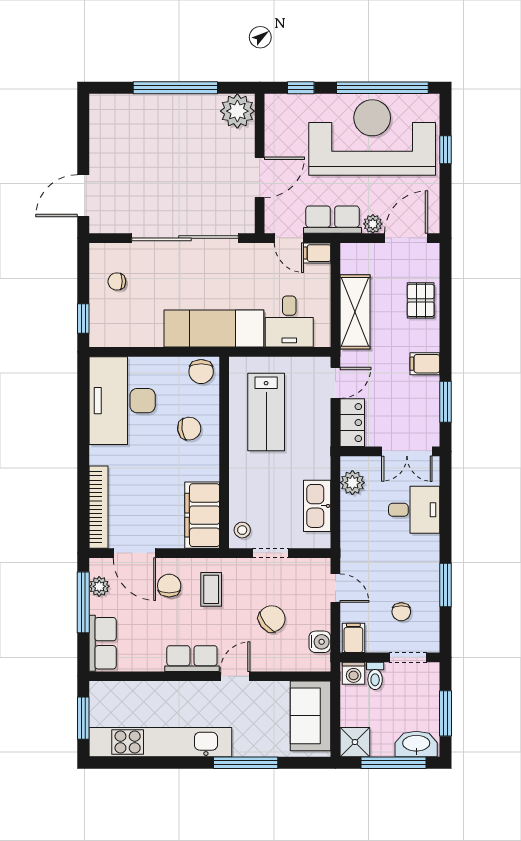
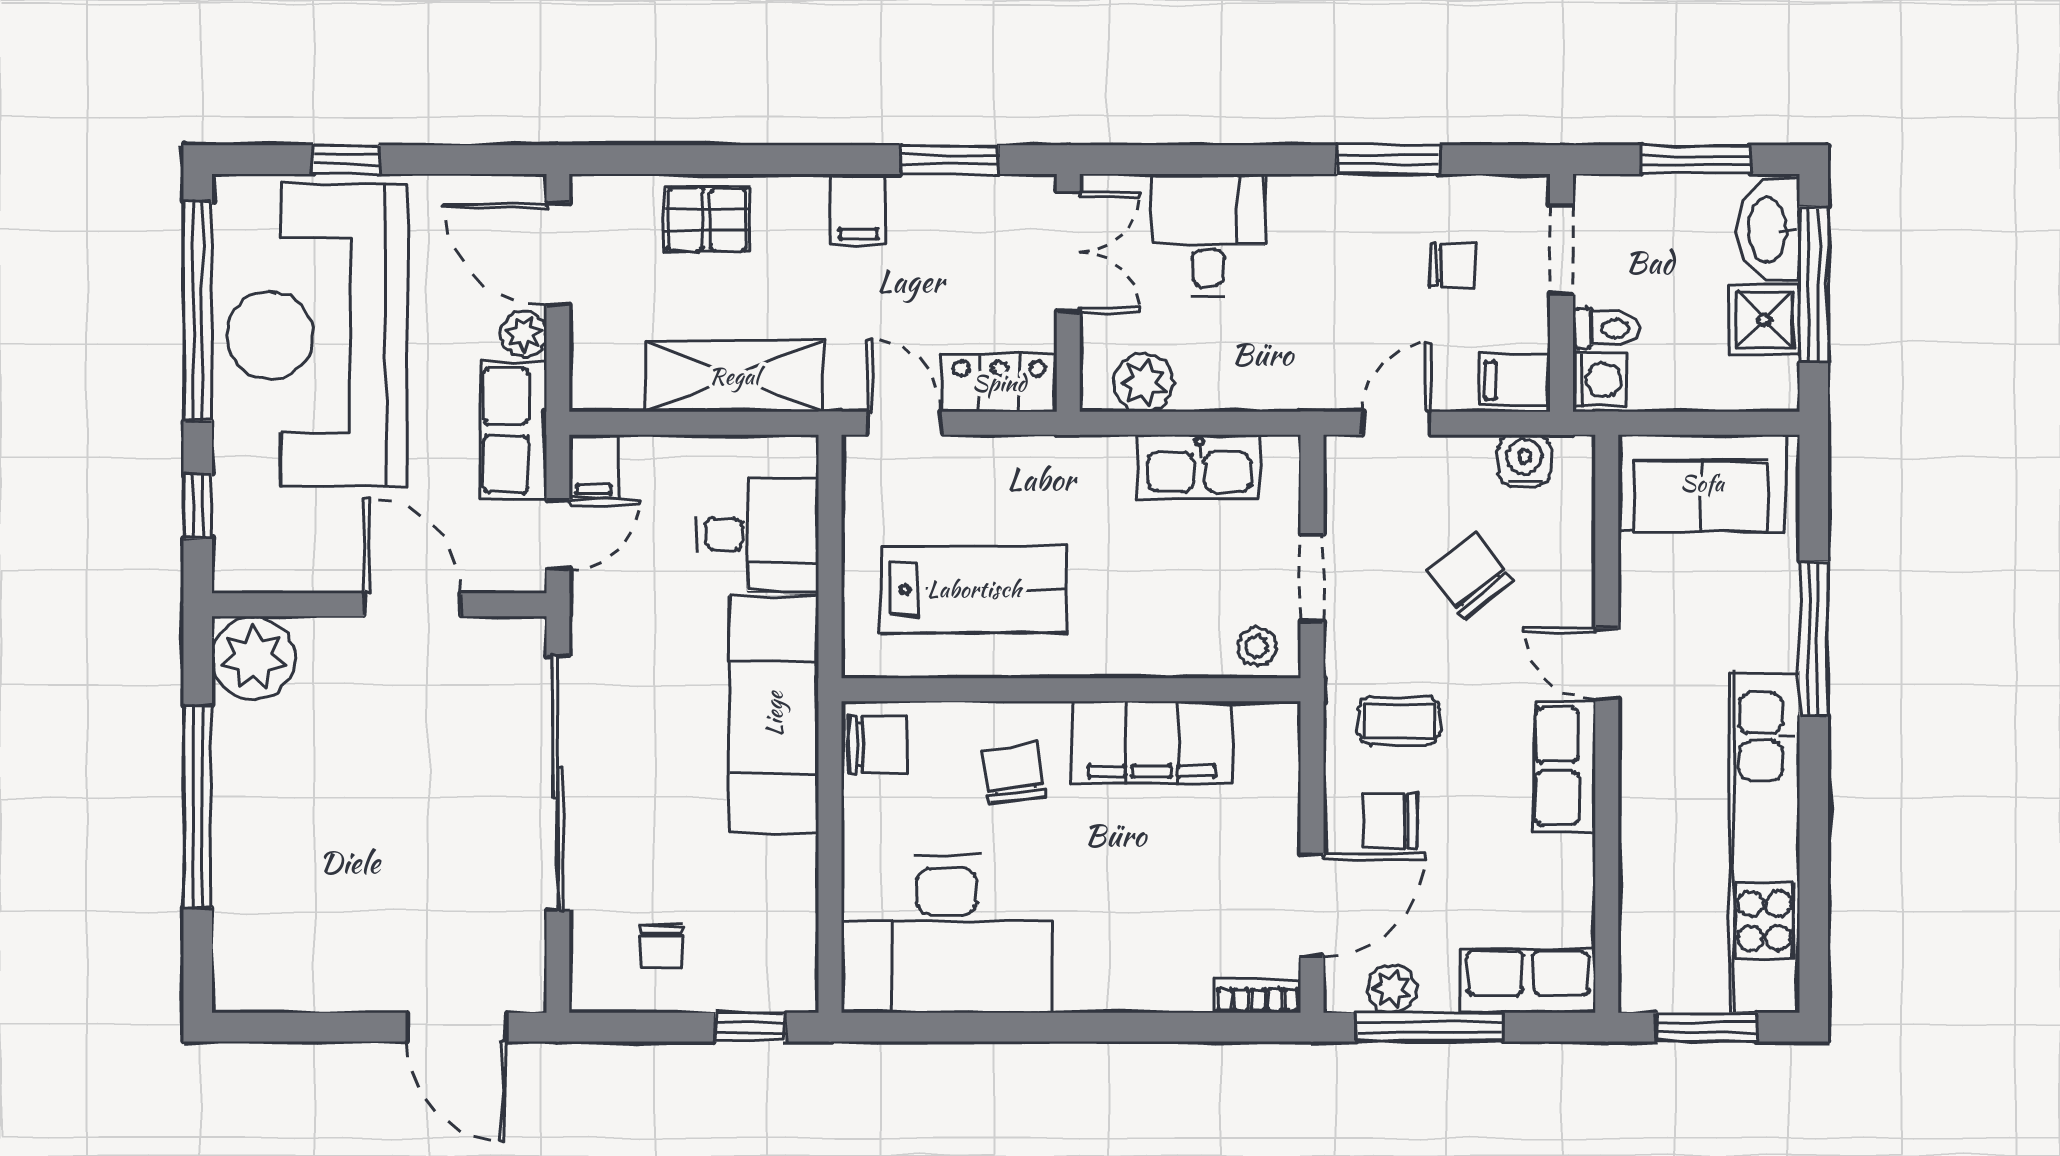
bookcase: (99, 507) -> (1258, 996), width x0.43, depth x0.76
filing cabinet: (202, 515) -> (1152, 742), moved
shower: (355, 742) -> (1764, 320), moved

